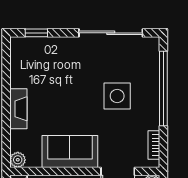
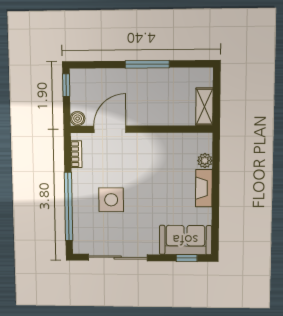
sofa: (70, 152) -> (185, 240), moved, turned 180
plant: (18, 160) -> (205, 161), moved

